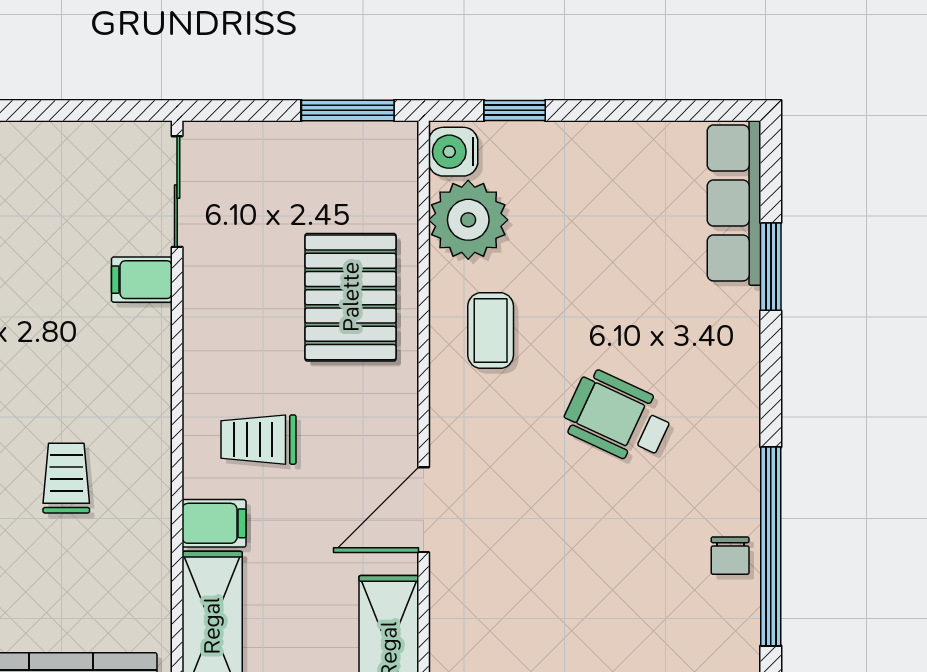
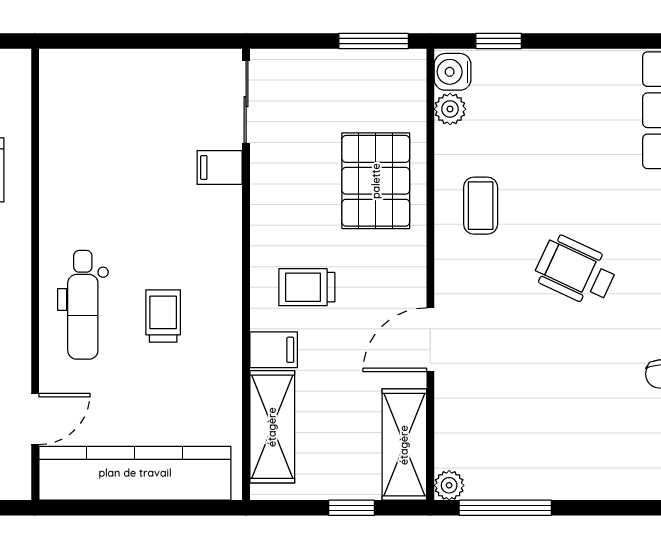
plant: (468, 220) -> (450, 109), width x0.53, depth x0.53

